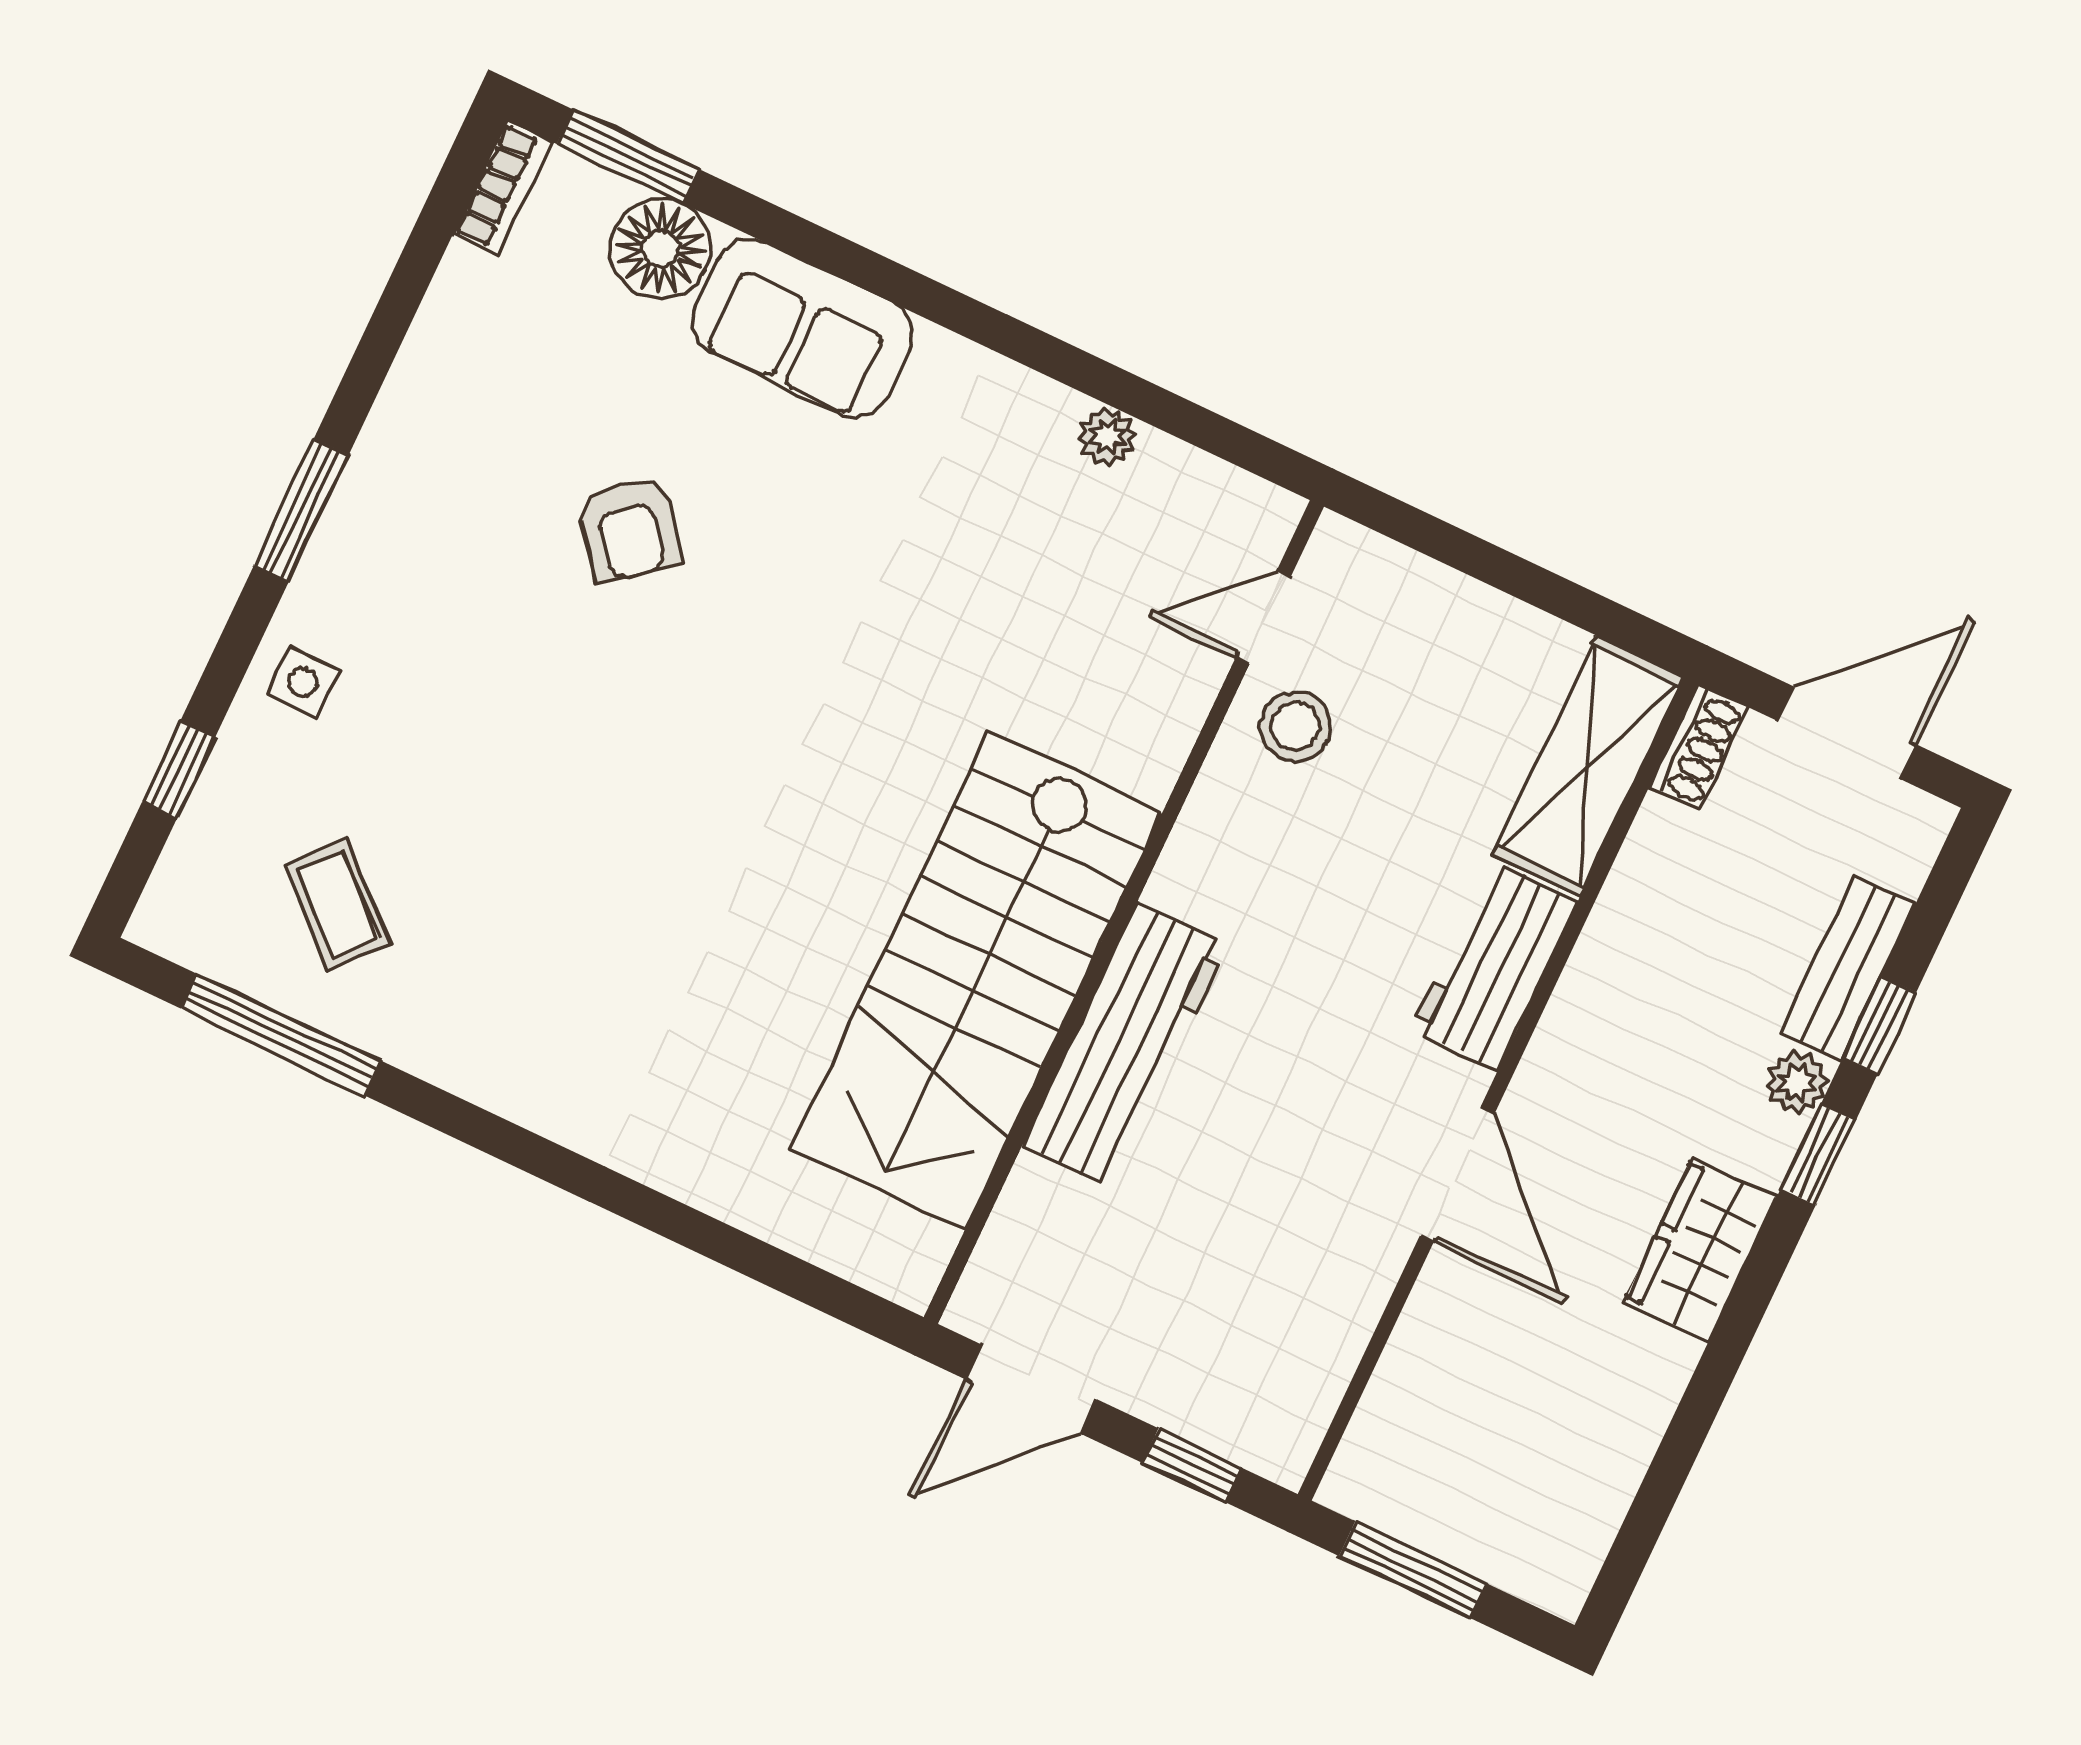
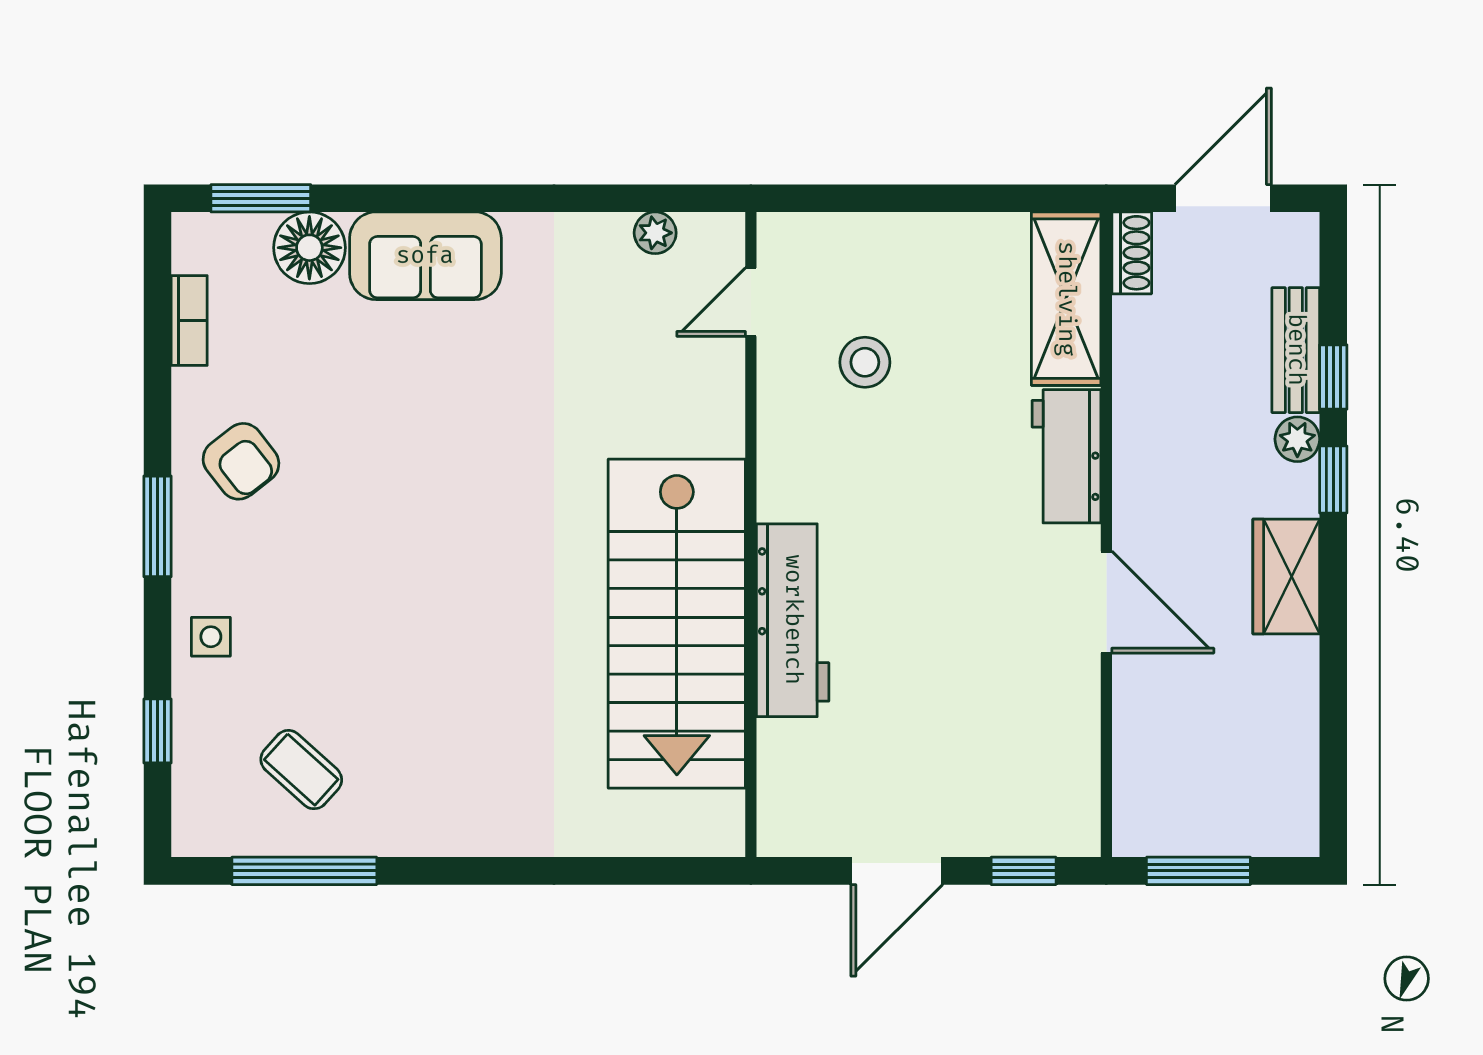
bookcase: (503, 188) -> (189, 321), moved
armchair: (629, 529) -> (241, 461), moved
door: (1263, 618) -> (751, 302), moved
wall: (1124, 912) -> (751, 535), moved
stairs: (977, 980) -> (677, 624), moved
workbench: (1125, 1045) -> (793, 620), moved

